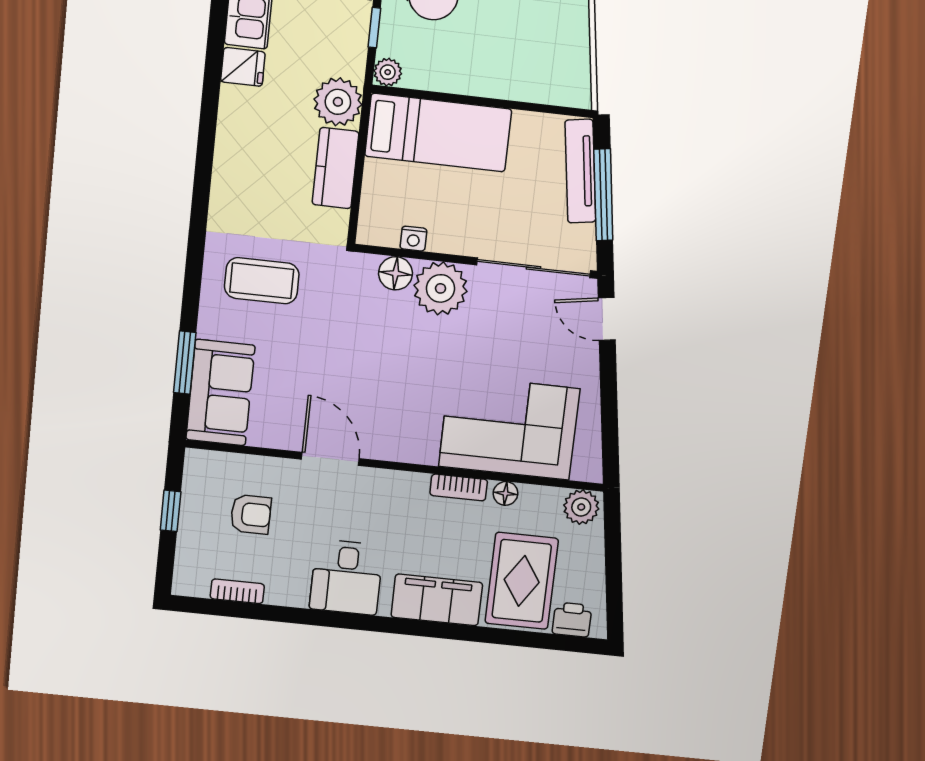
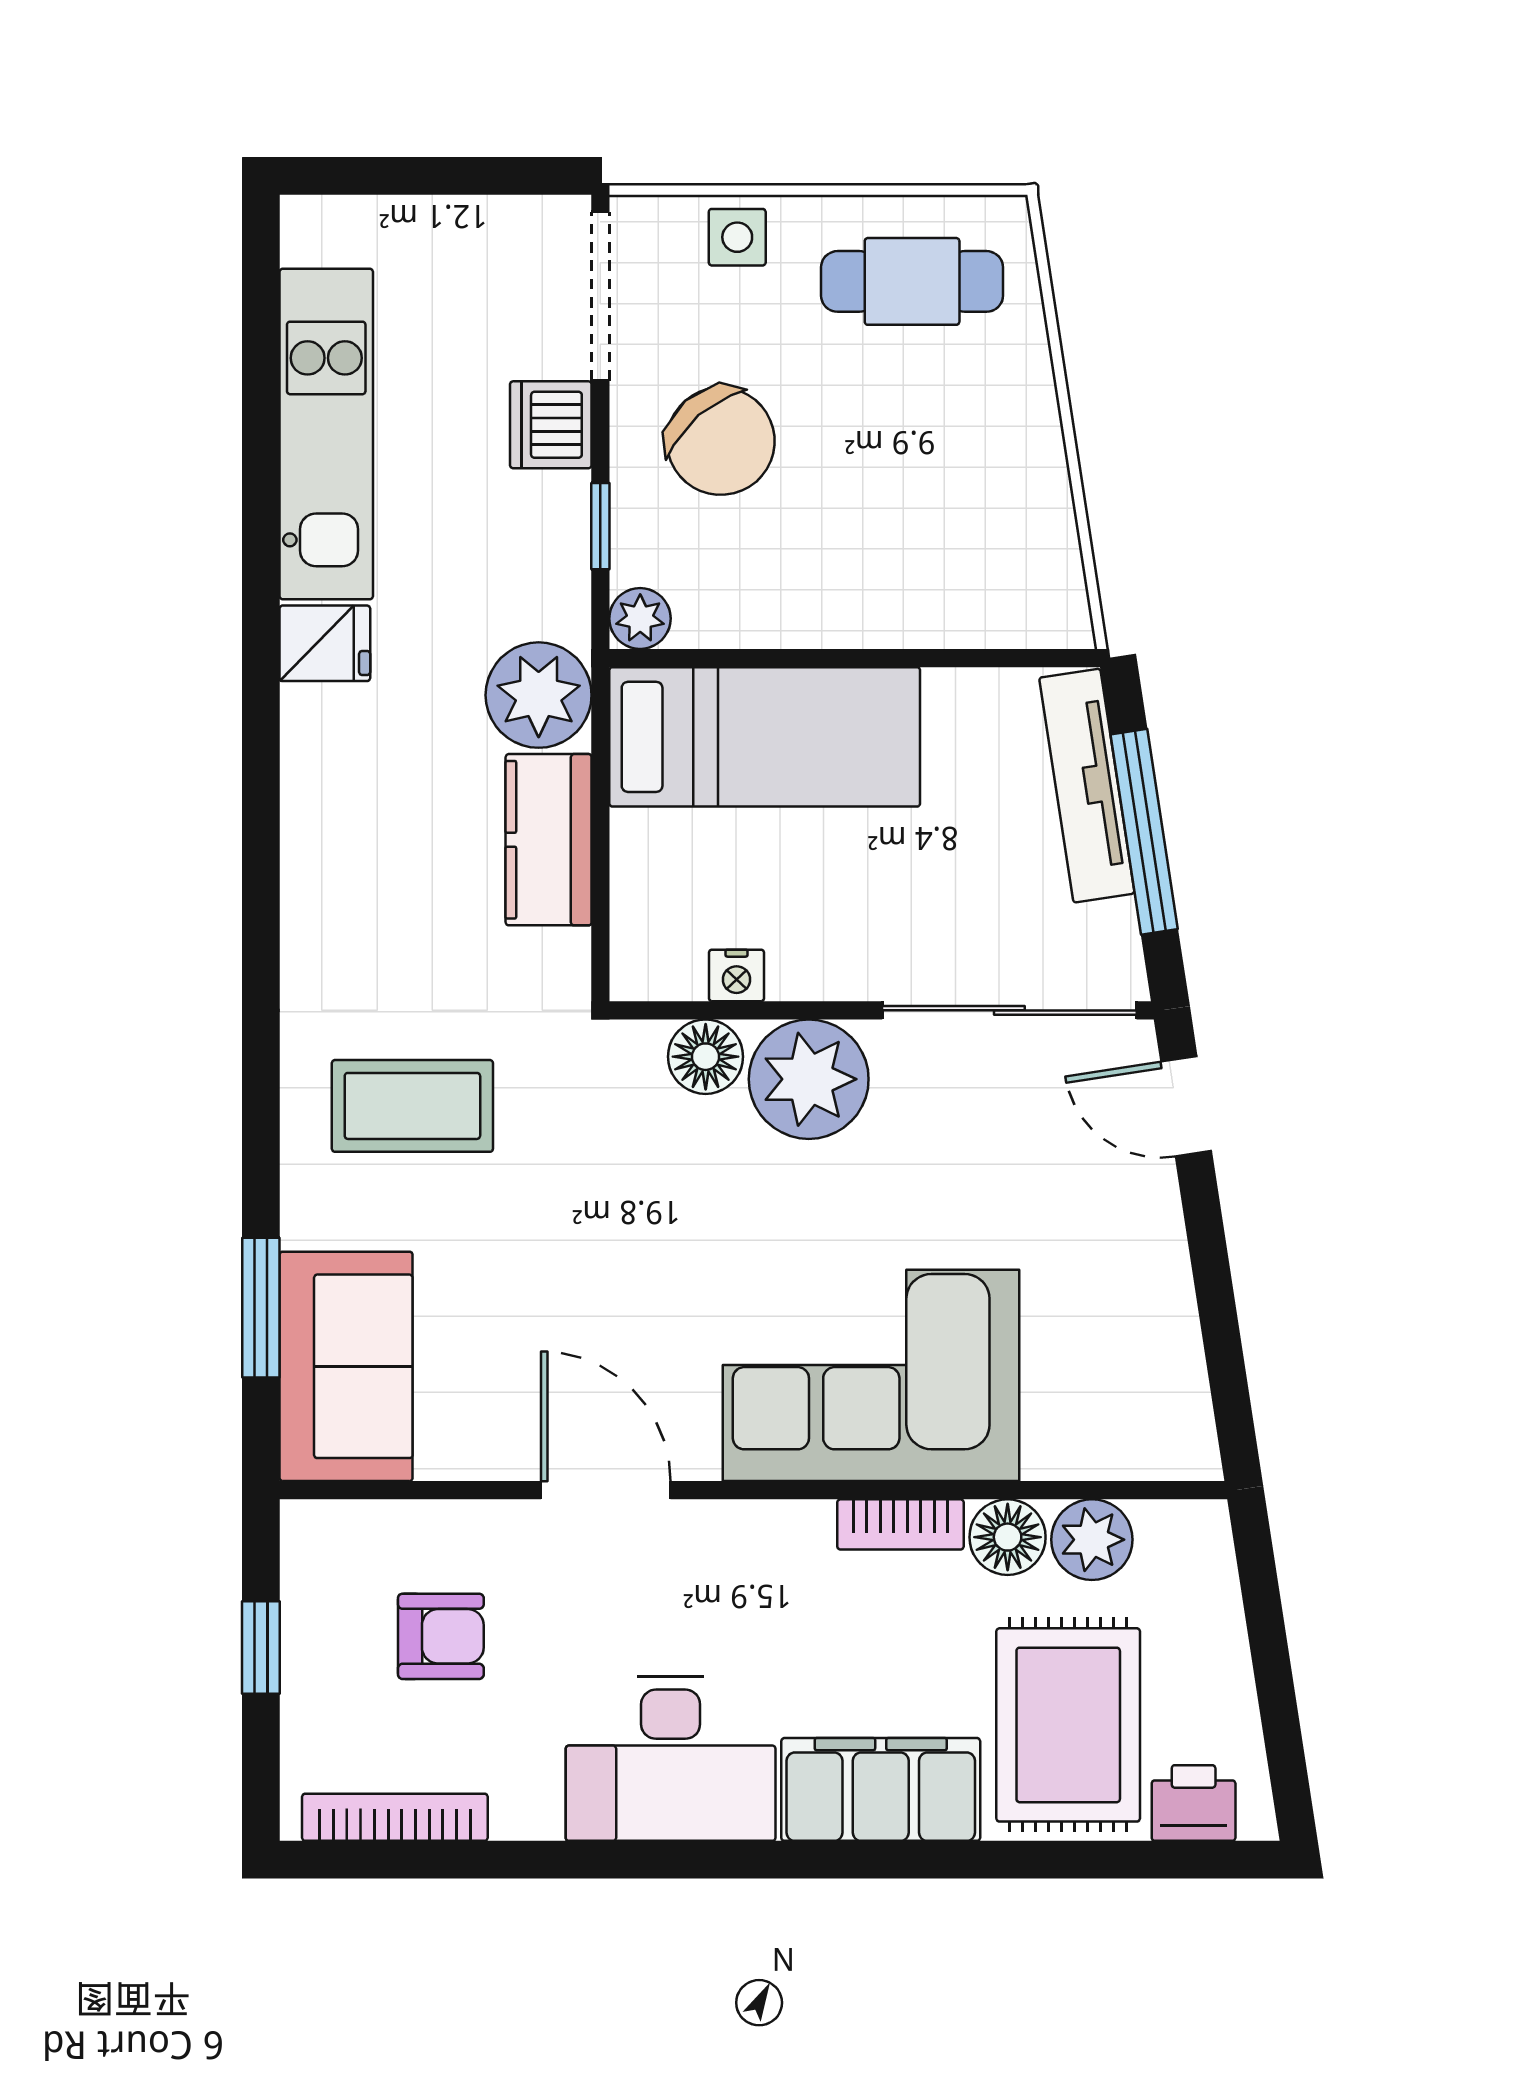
corner sofa: (509, 428) -> (871, 1375), moved
floor lamp: (505, 493) -> (1008, 1537), width x1.37, depth x1.37
plant: (581, 507) -> (1092, 1540), moved
desk: (346, 577) -> (671, 1759), width x1.37
bookcase: (237, 591) -> (395, 1817), width x1.56

